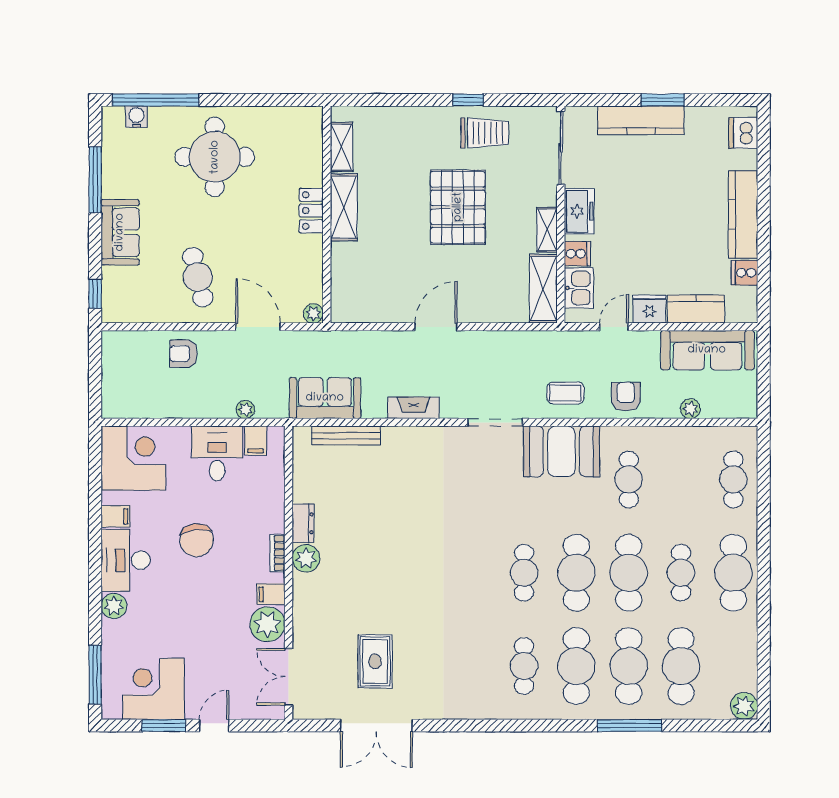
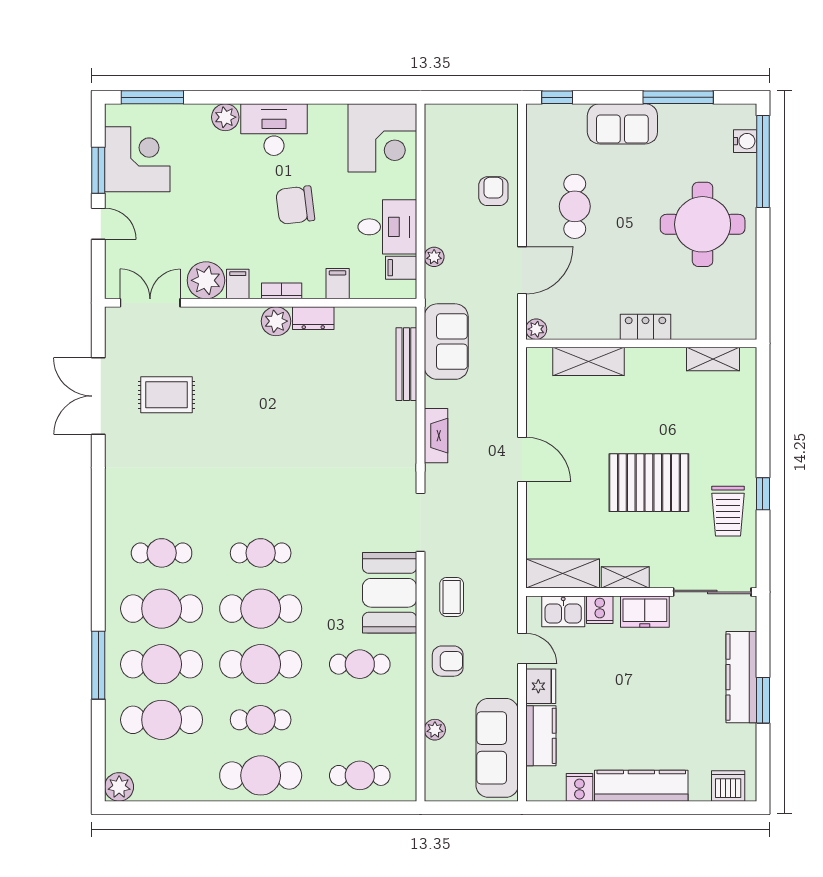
shelving: (344, 207) -> (588, 361), moved
cafe table: (198, 277) -> (575, 206), turned -76
filing cabinet: (116, 516) -> (338, 284), moved, turned 180

